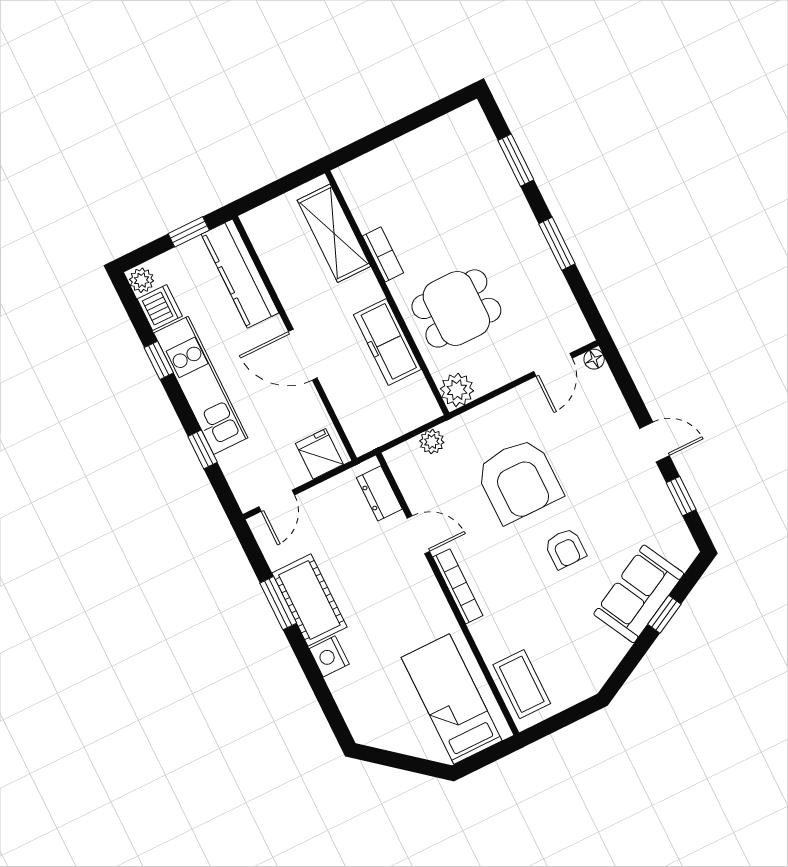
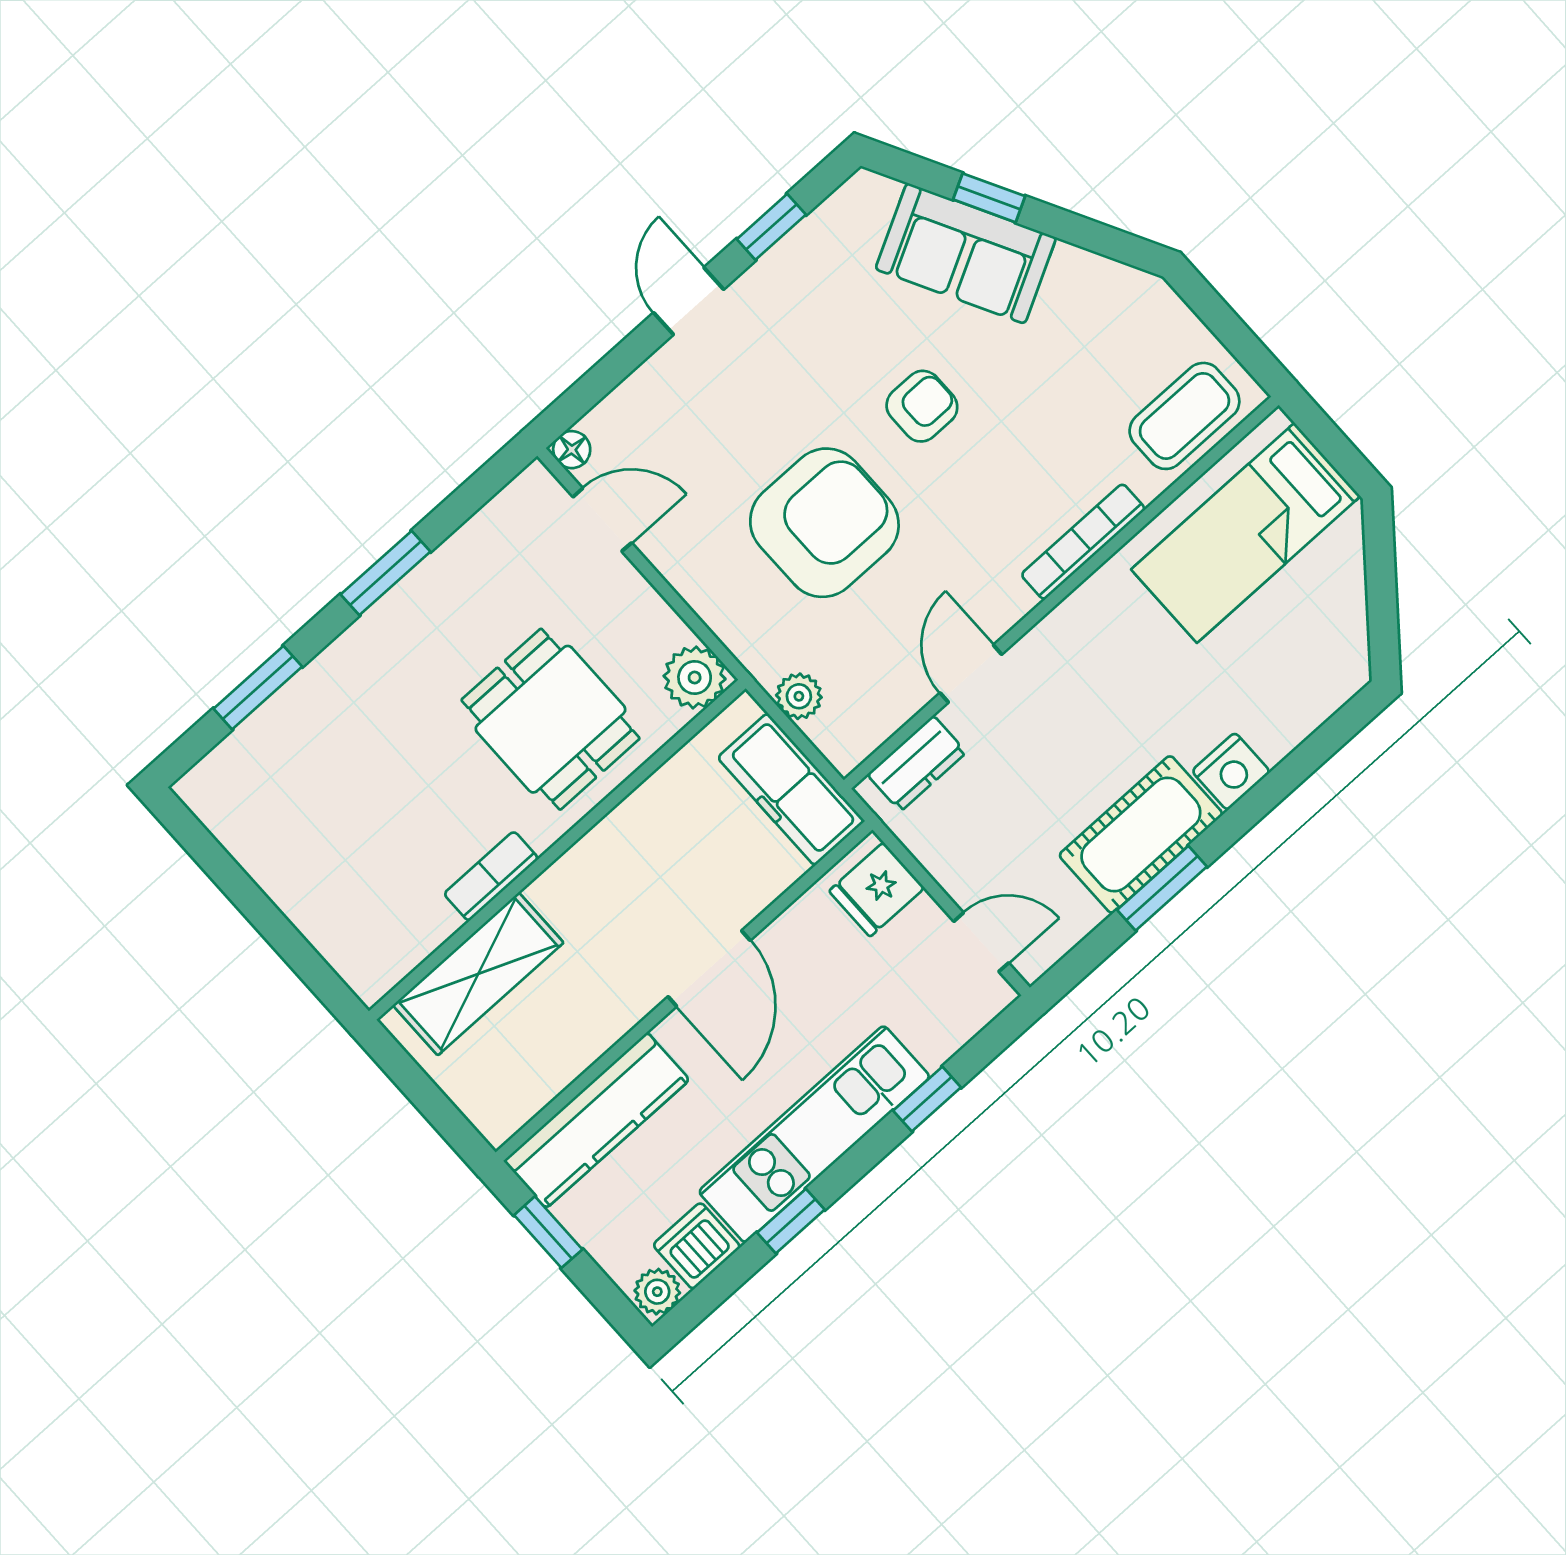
freezer: (387, 342) -> (791, 789), moved, turned 90
bookcase: (458, 586) -> (1083, 542), moved

